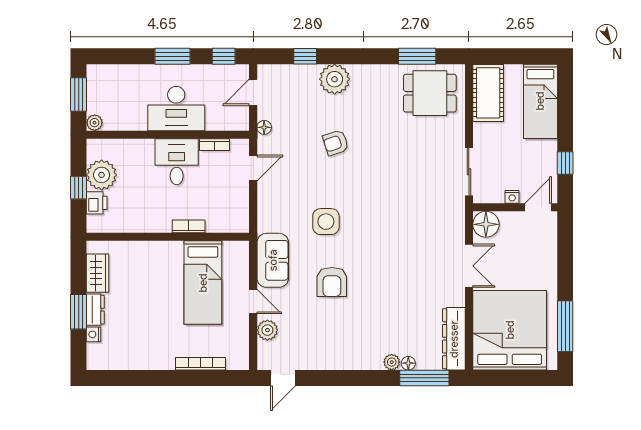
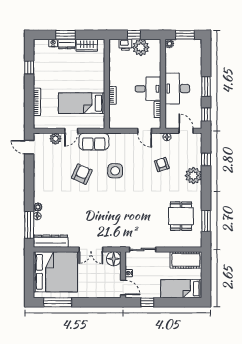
dining table: (430, 93) -> (181, 216), moved
armchair: (336, 143) -> (162, 165), moved
armchair: (332, 282) -> (82, 174), turned 114
window: (138, 378) -> (29, 67), added

